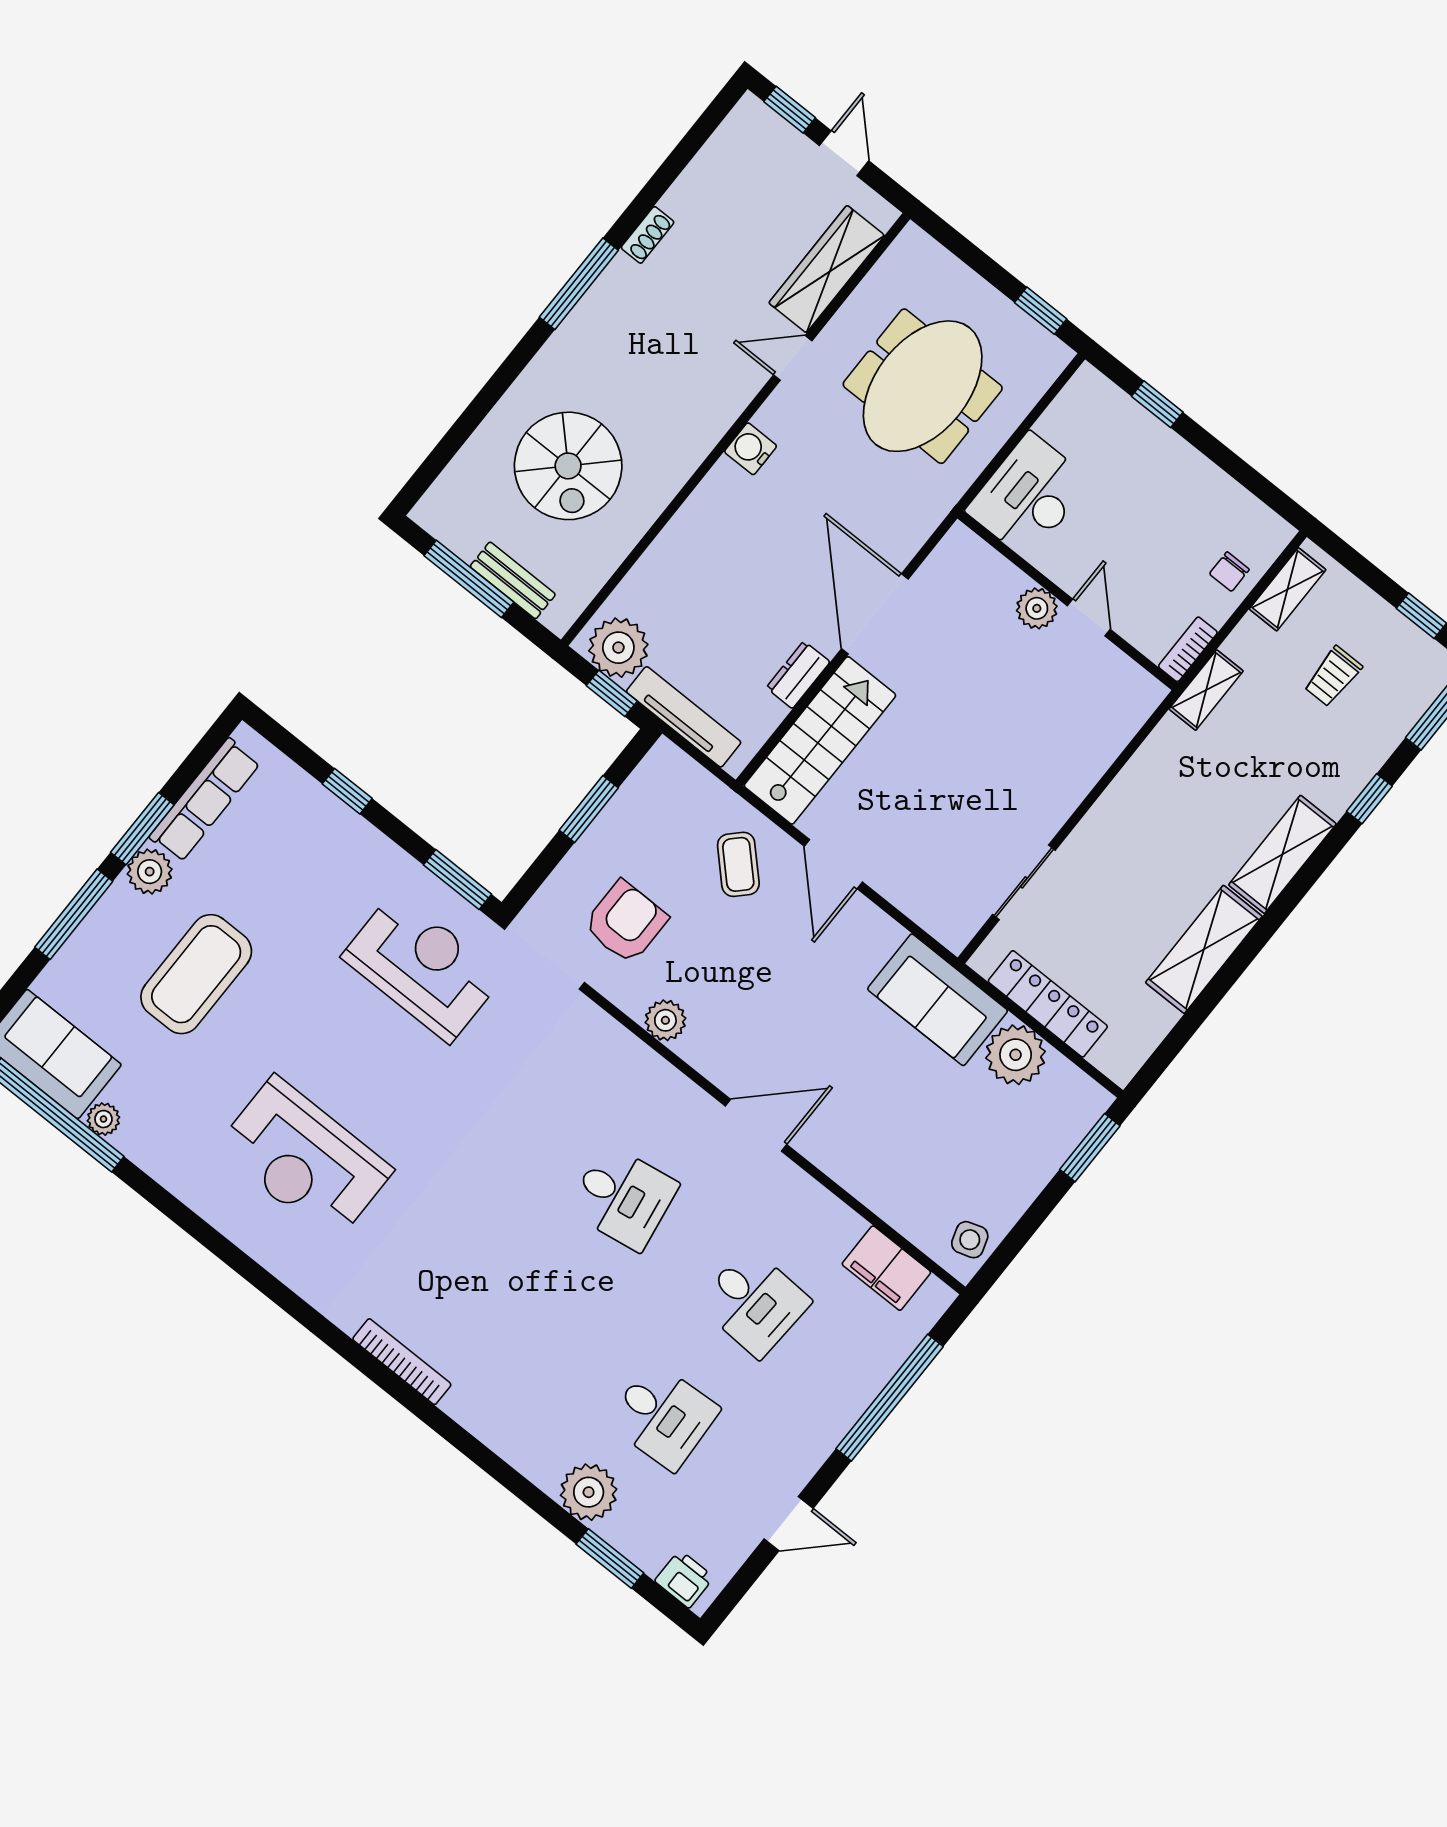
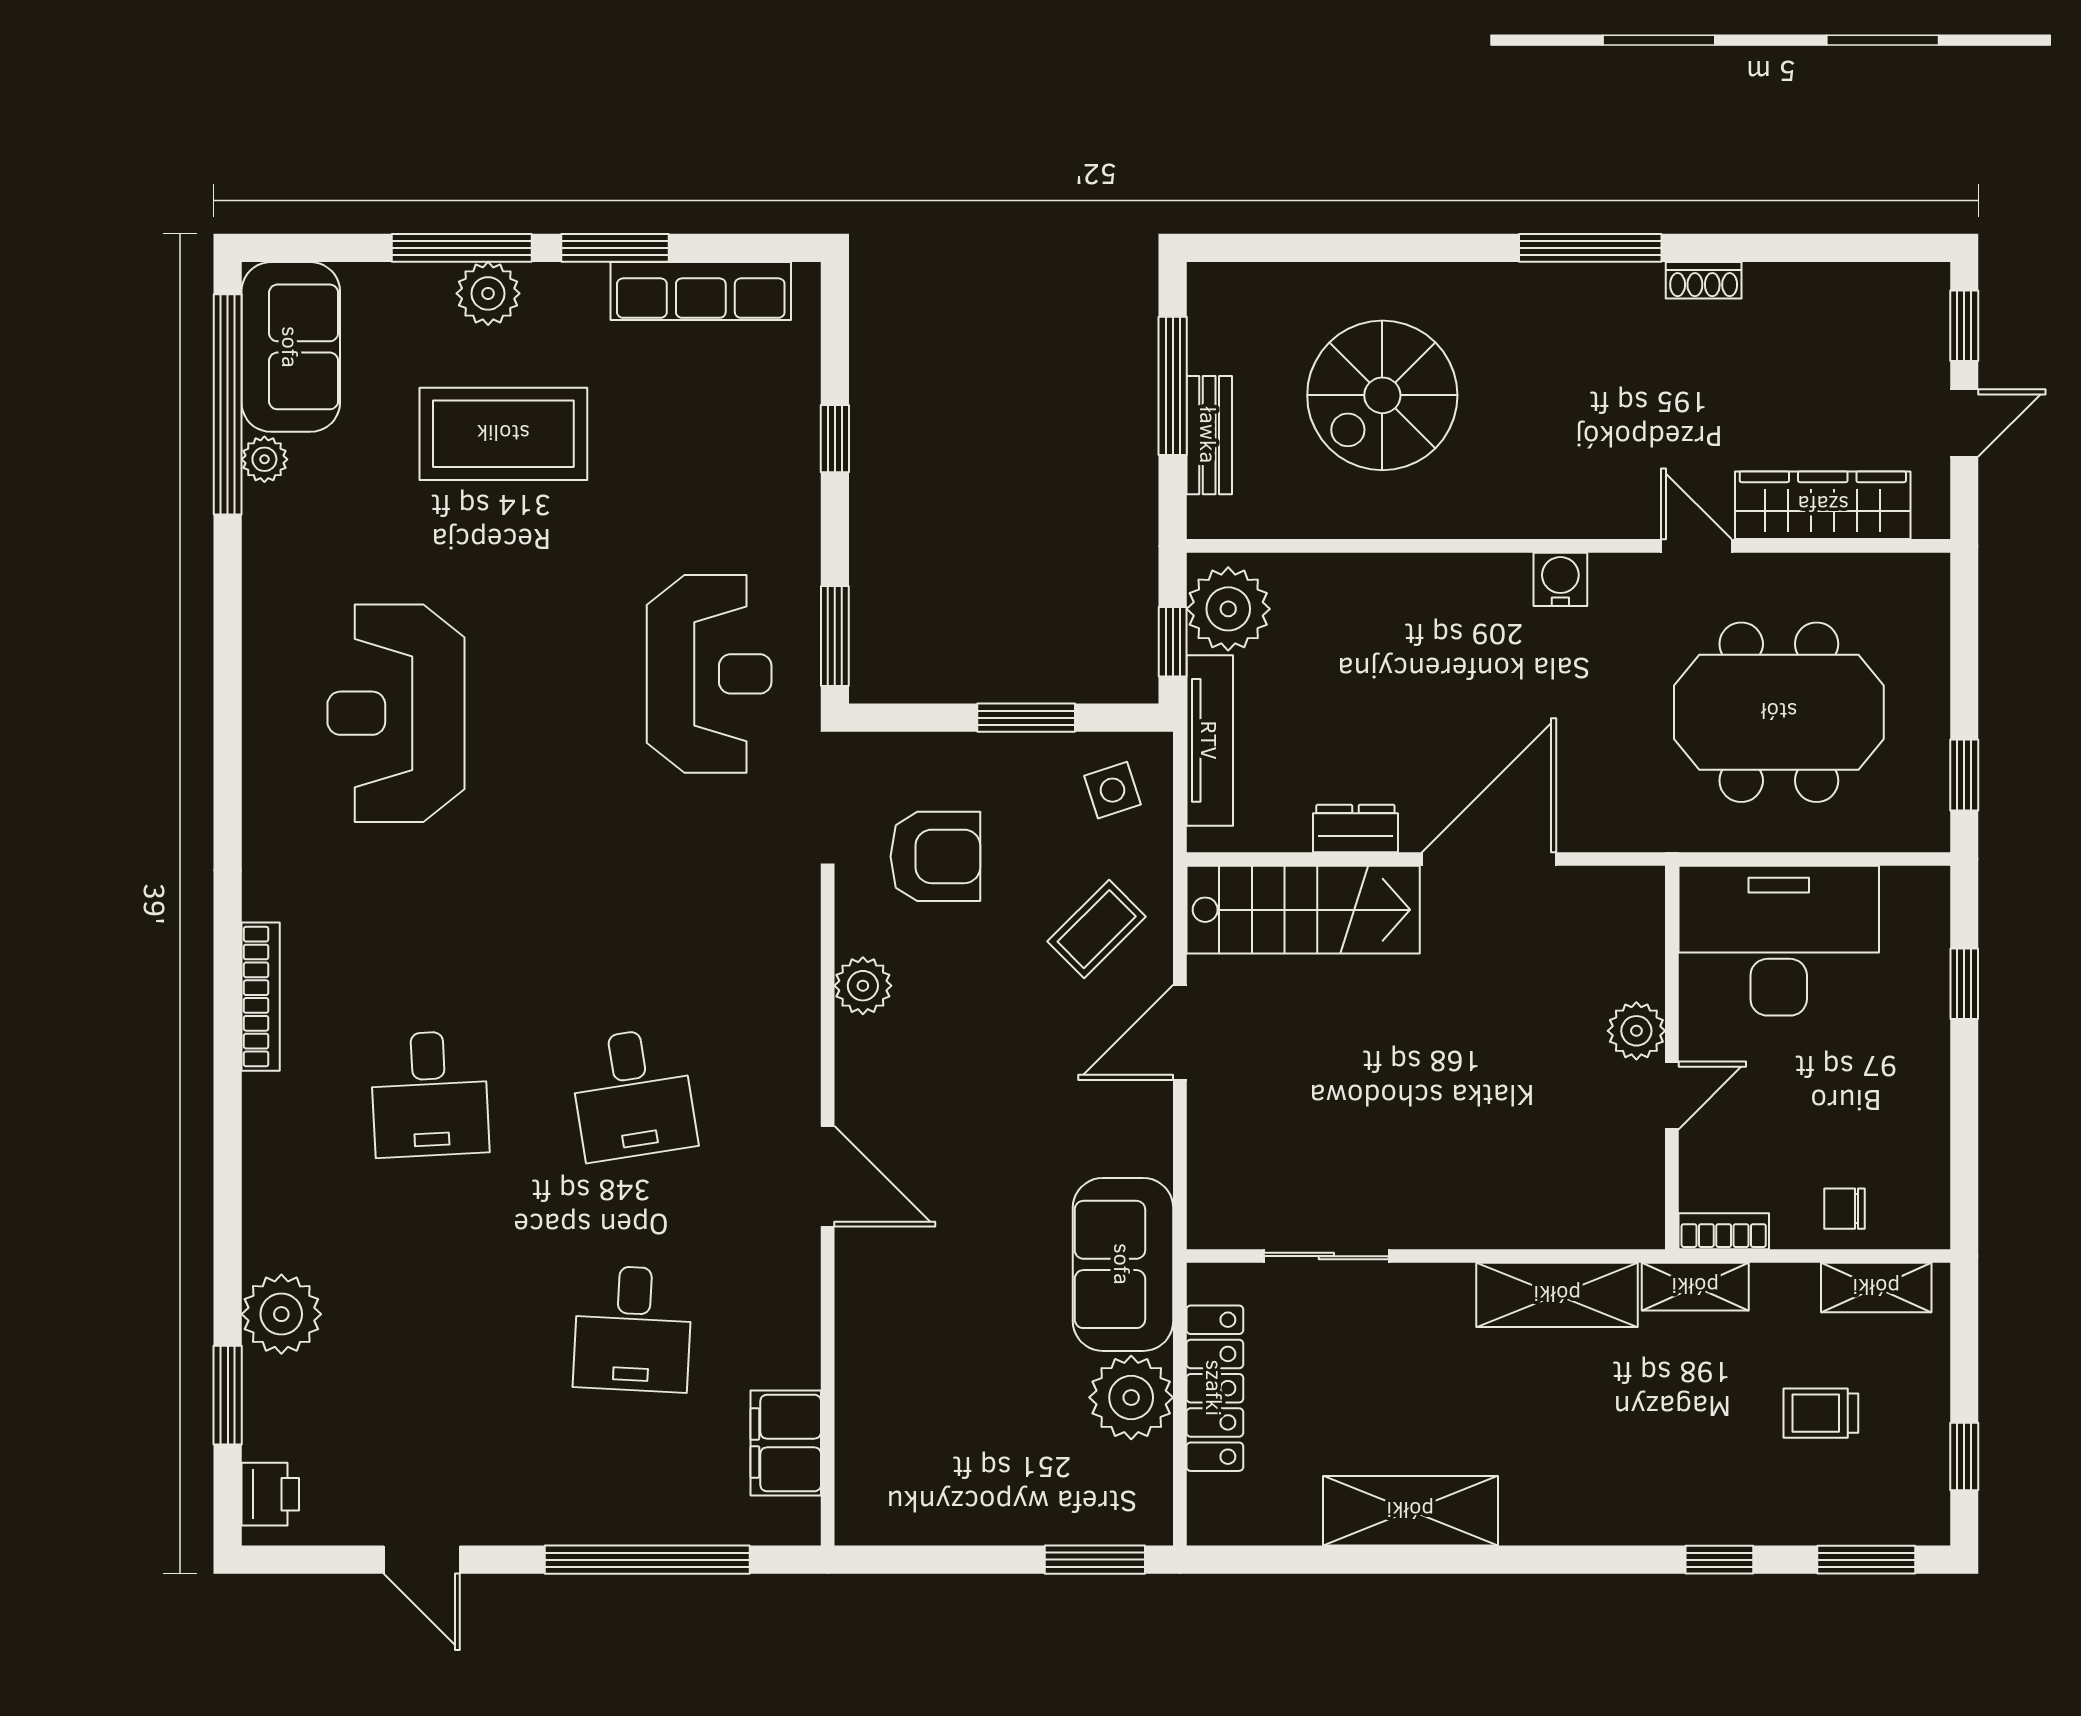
desk: (1029, 496) -> (1779, 941), width x1.36, depth x1.30
shelving: (1282, 854) -> (1557, 1295), moved
plant: (150, 872) -> (488, 293), moved
side table: (970, 1240) -> (1112, 790), moved
desk: (663, 1416) -> (430, 1094), moved

